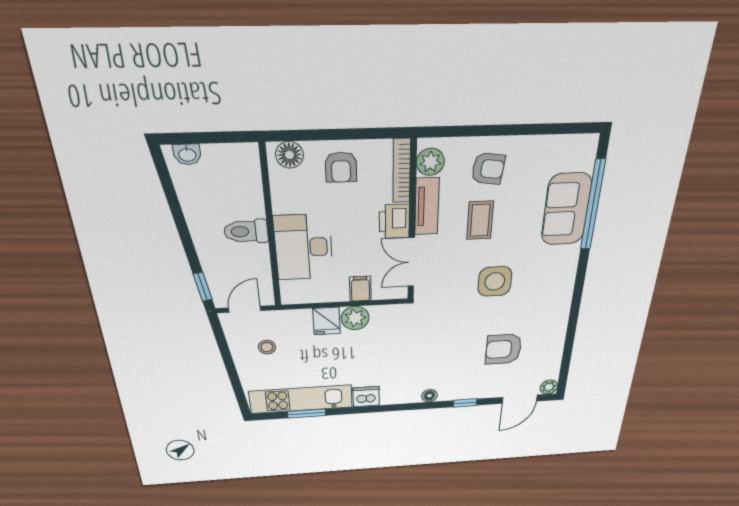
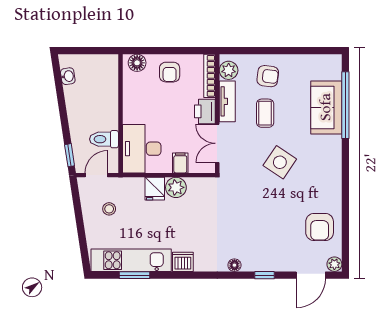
washbasin: (187, 154) -> (68, 76), moved, turned -99
toilet: (246, 231) -> (104, 139), moved
desk: (304, 247) -> (142, 149), moved
side table: (495, 281) -> (280, 162), turned 34
armchair: (504, 349) -> (320, 227), moved, turned -90

